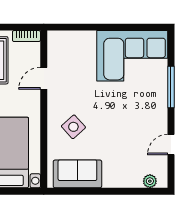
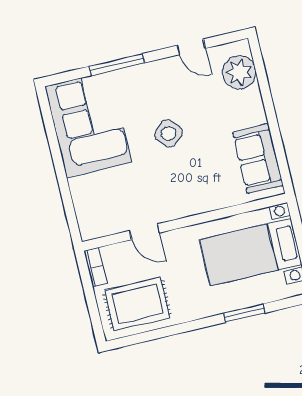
side table: (73, 127) -> (168, 133), moved
plant: (150, 181) -> (239, 72), width x1.88, depth x1.88

